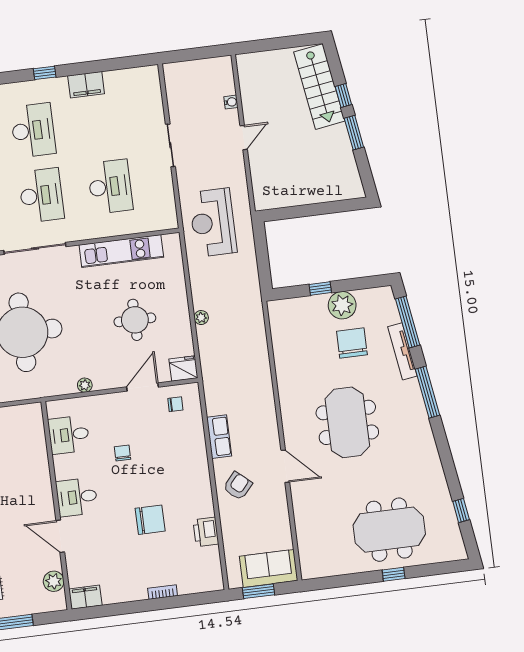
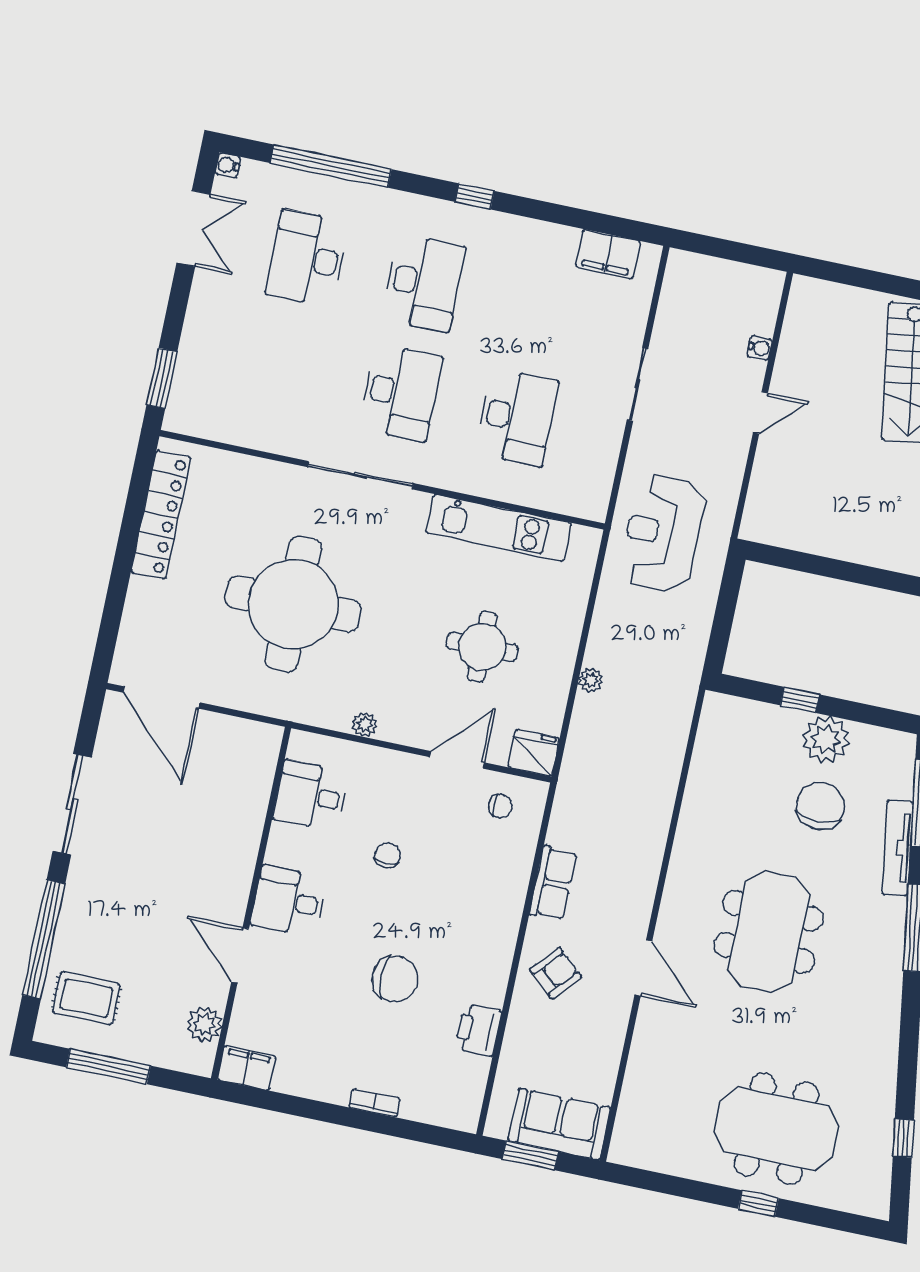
filing cabinet: (86, 85) -> (608, 254), moved

